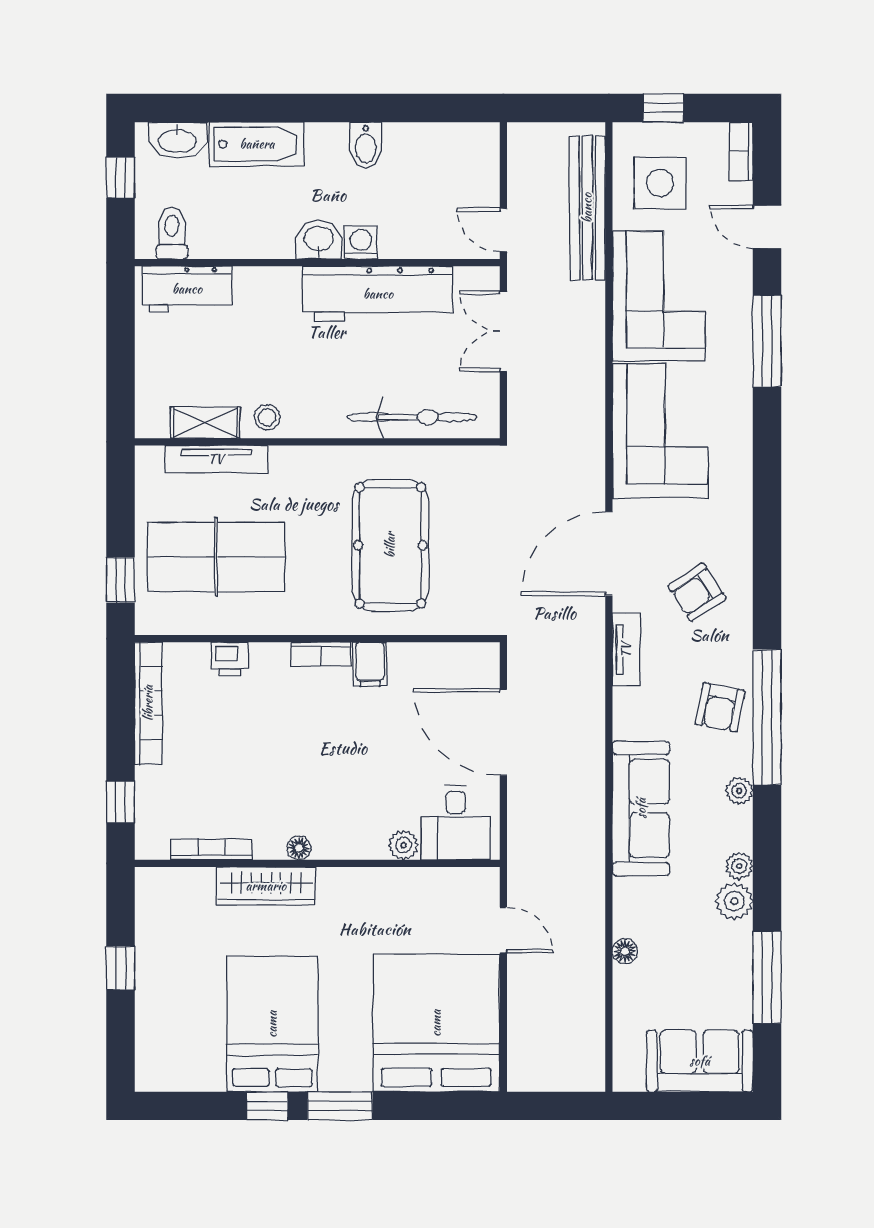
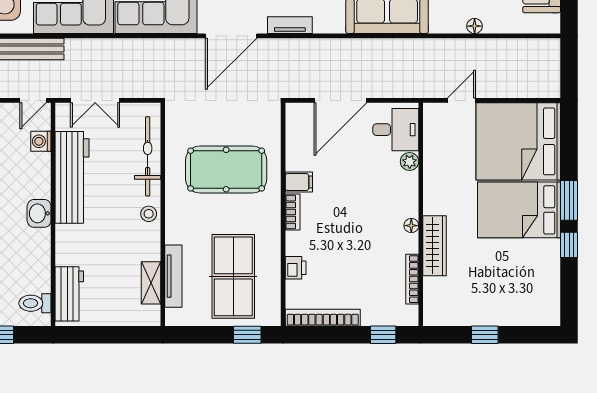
washing machine: (361, 243) -> (41, 141), moved
stool: (267, 417) -> (149, 214), moved
door: (609, 554) -> (231, 36), hinge flipped
bed: (272, 1024) -> (519, 210), moved

